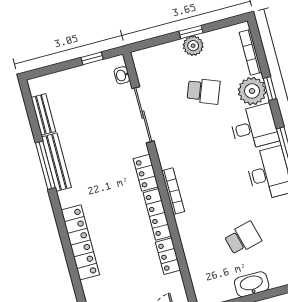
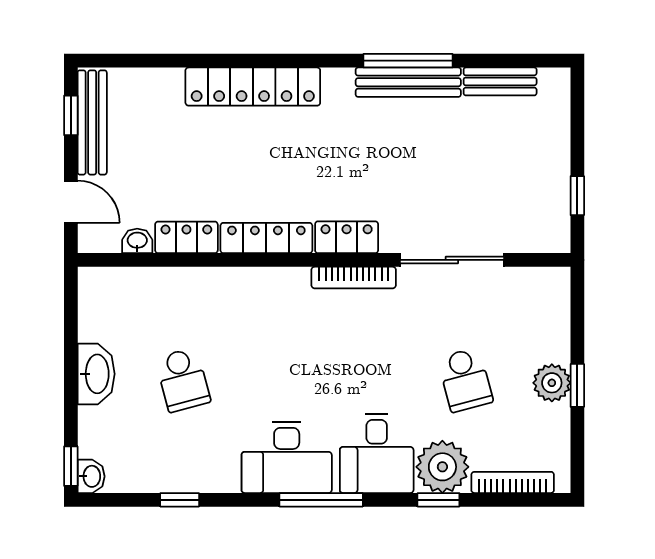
washbasin: (122, 75) -> (137, 241), moved
school desk: (204, 91) -> (465, 380), turned -36
bookcase: (173, 191) -> (354, 278), moved

